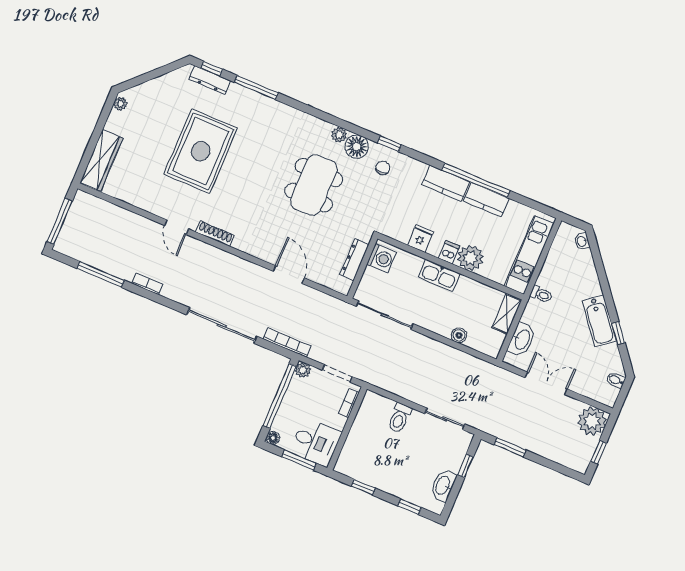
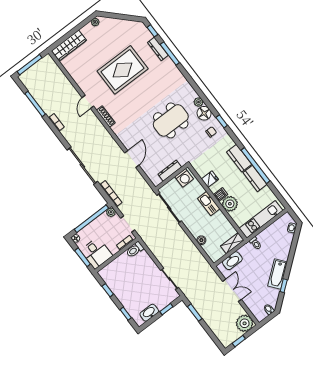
dresser: (210, 80) -> (158, 49), moved
toilet: (400, 418) -> (135, 250), moved

